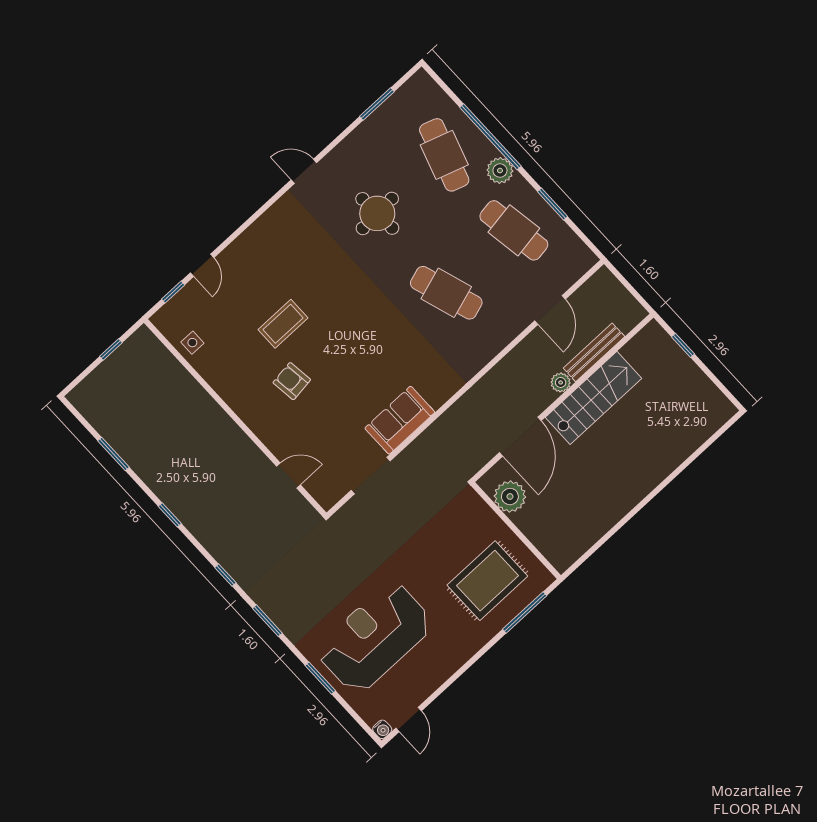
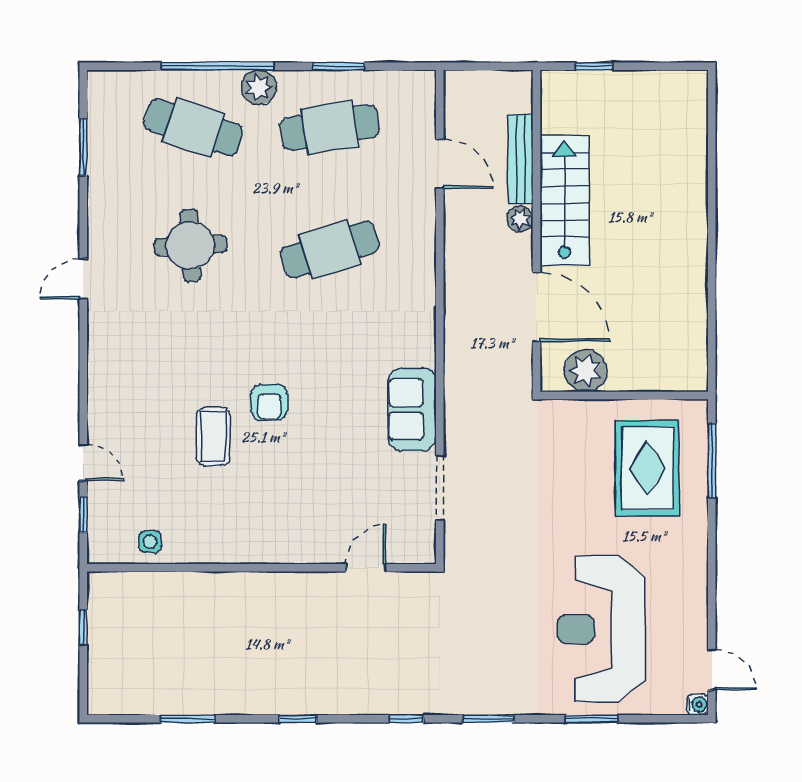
armchair: (292, 381) -> (269, 402), moved, turned -83

